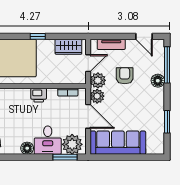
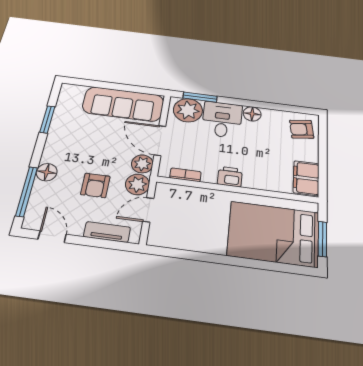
window: (38, 36) -> (224, 260), removed
wardrobe: (68, 47) -> (176, 238), removed

